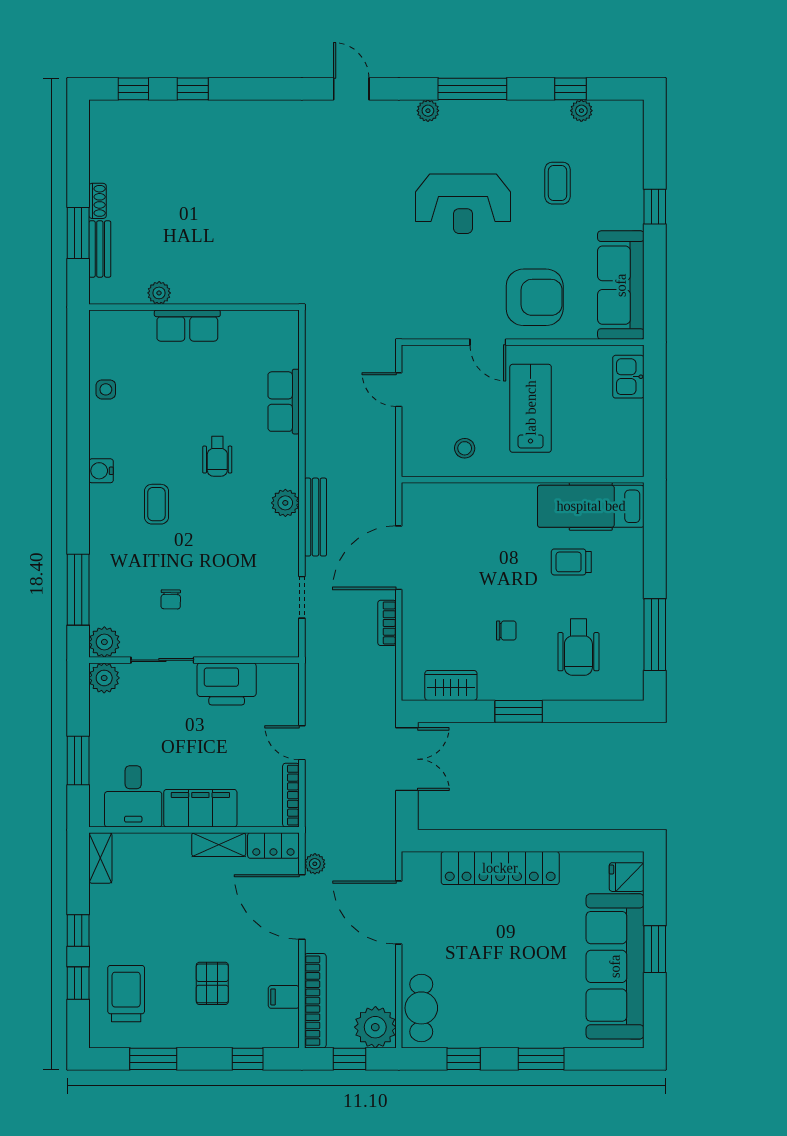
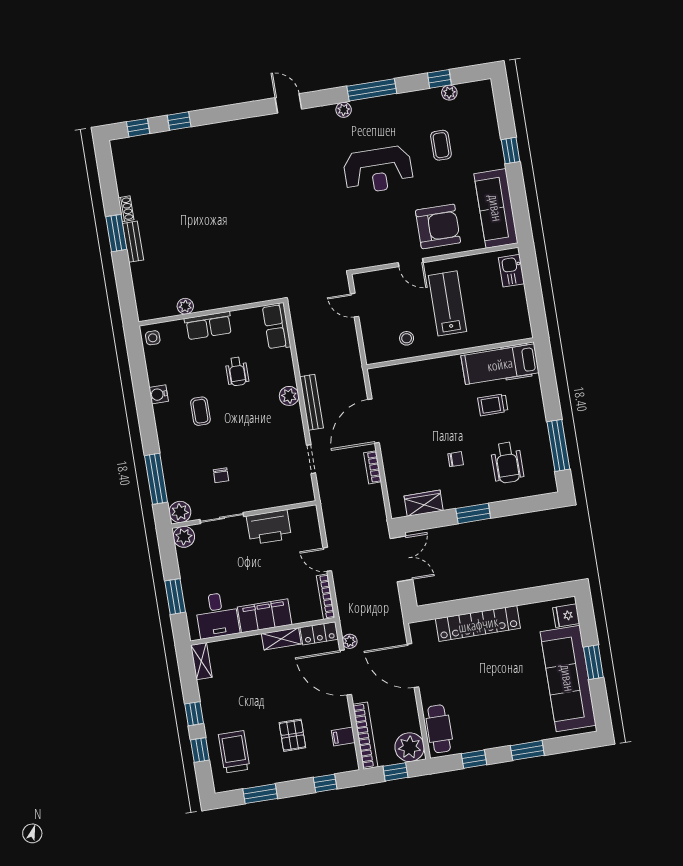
plant: (159, 293) -> (185, 306), moved
wall: (194, 307) -> (211, 312), moved
row of seats: (187, 326) -> (208, 326), moved

